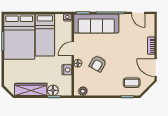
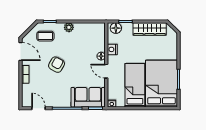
sofa: (96, 23) -> (88, 97), width x0.73
door: (73, 49) -> (106, 71), swing flipped
armchair: (98, 64) -> (57, 65), moved
floor lamp: (53, 90) -> (116, 28), moved
plant: (83, 91) -> (69, 27), moved

